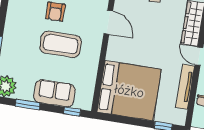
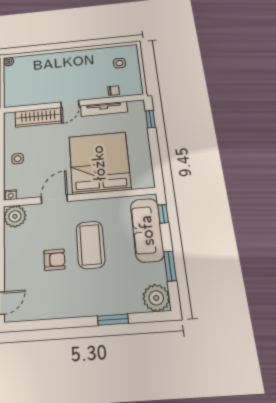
bed: (129, 91) -> (99, 163), moved
sofa: (54, 93) -> (147, 230), width x1.36

